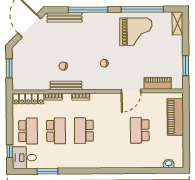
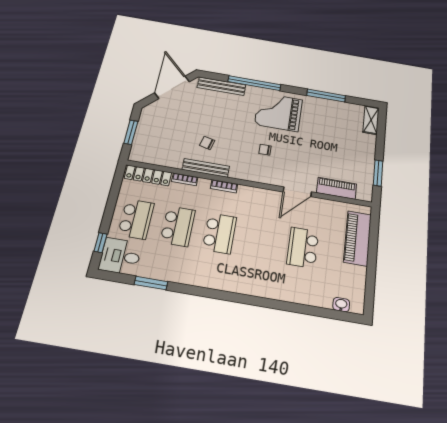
window: (142, 9) -> (326, 96), width x0.68
grand piano: (136, 32) -> (278, 112), moved, turned 180
school desk: (84, 131) -> (219, 233), turned 180

